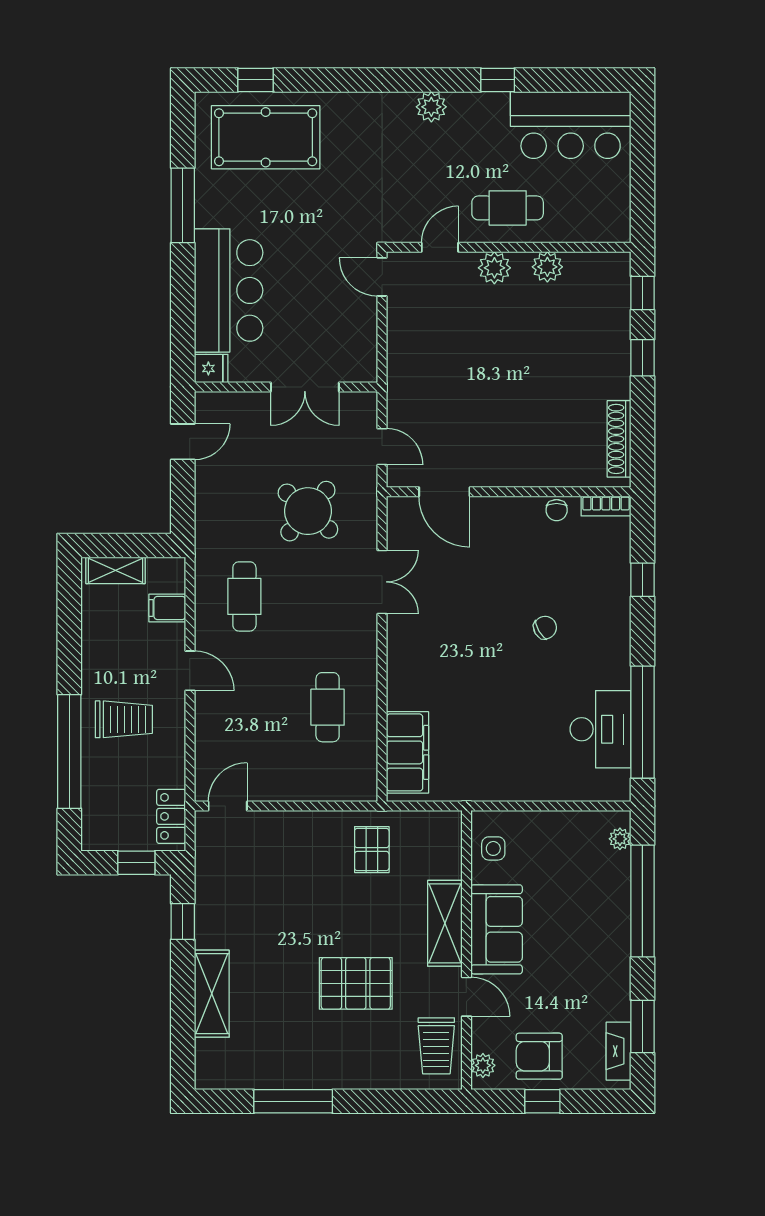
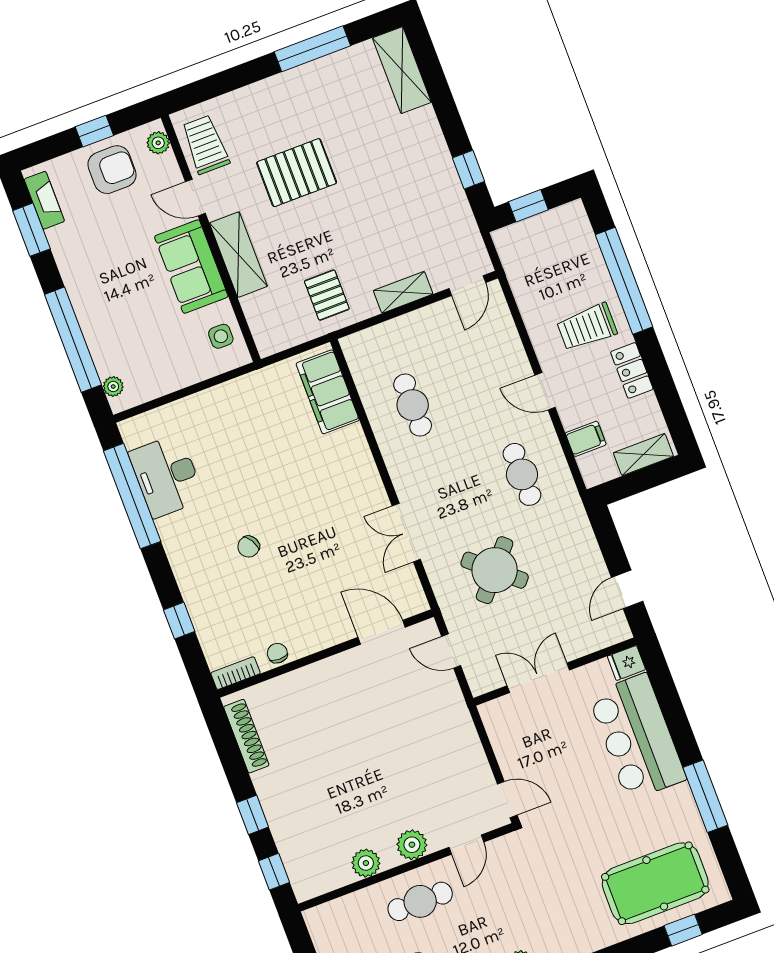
locker: (171, 816) -> (632, 370), moved, turned 180
shelving: (294, 823) -> (403, 292), added
shelving: (212, 994) -> (402, 70), moved

